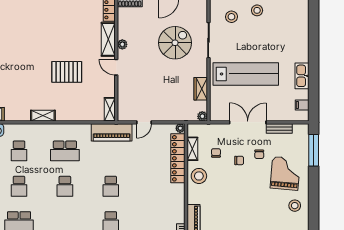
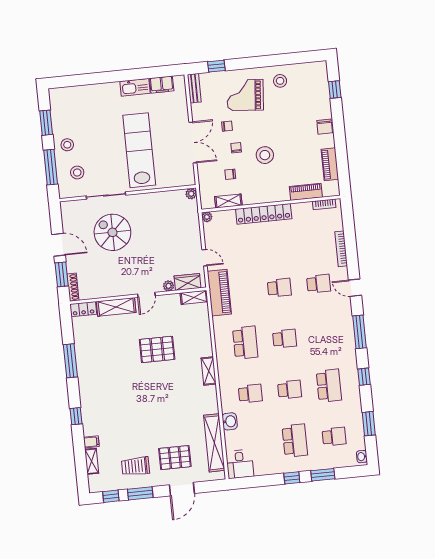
plant: (122, 44) -> (169, 286), moved
pallet: (67, 72) -> (157, 349), turned 90
wardrobe: (201, 89) -> (188, 282), moved, turned 180
filing cabinet: (302, 105) -> (162, 85), width x2.00
double door: (248, 122) -> (193, 142), swing flipped
bench: (279, 129) -> (194, 88), moved
window: (314, 150) -> (216, 66), width x0.46
locker: (178, 158) -> (264, 214), moved
stool: (199, 176) -> (265, 155), moved

